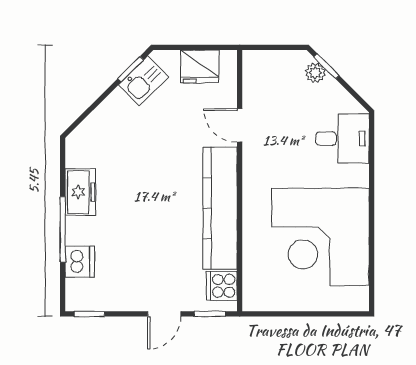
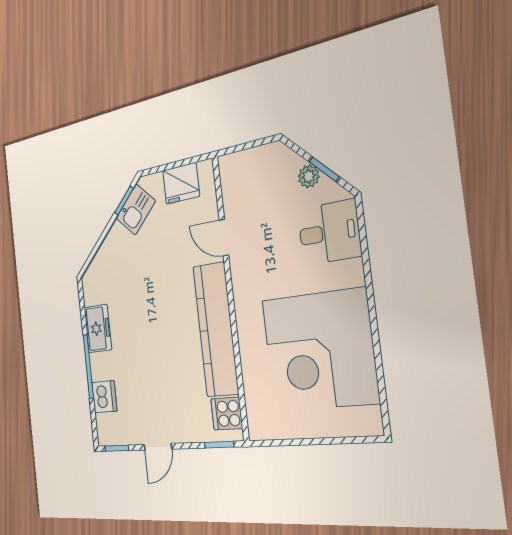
window: (326, 66) -> (324, 169), moved
plant: (315, 73) -> (309, 176), moved
door: (164, 314) -> (158, 447), moved

